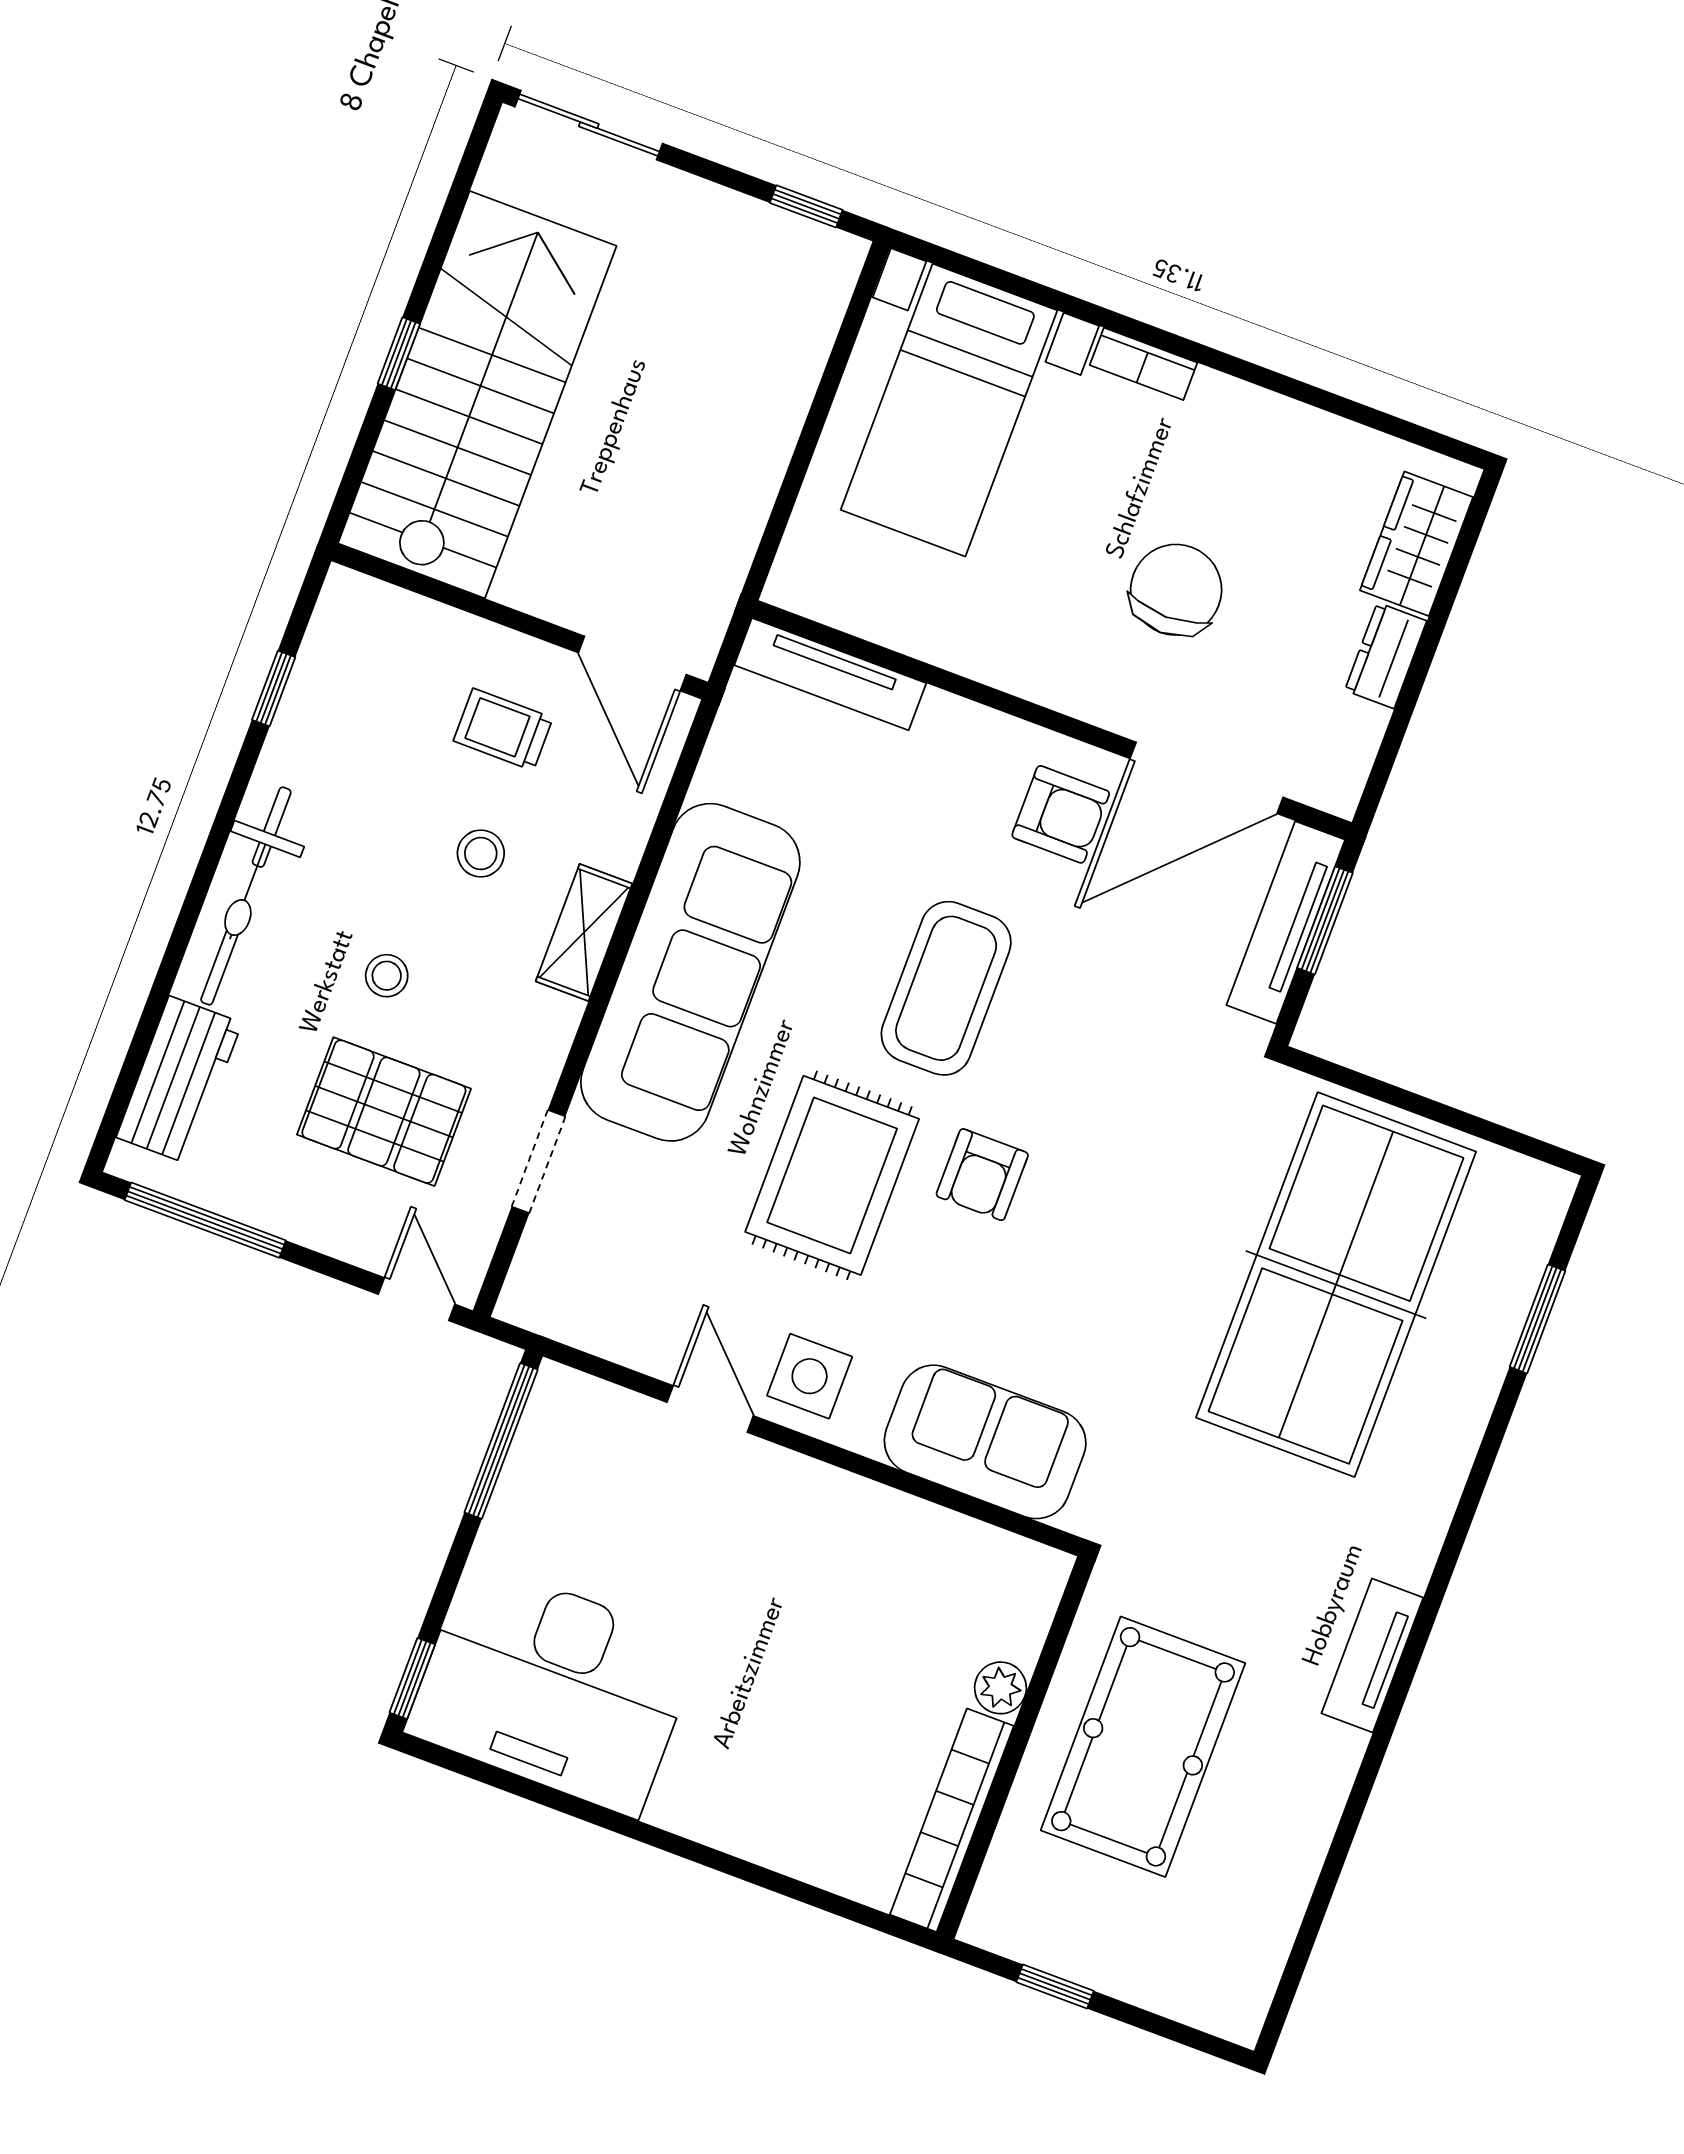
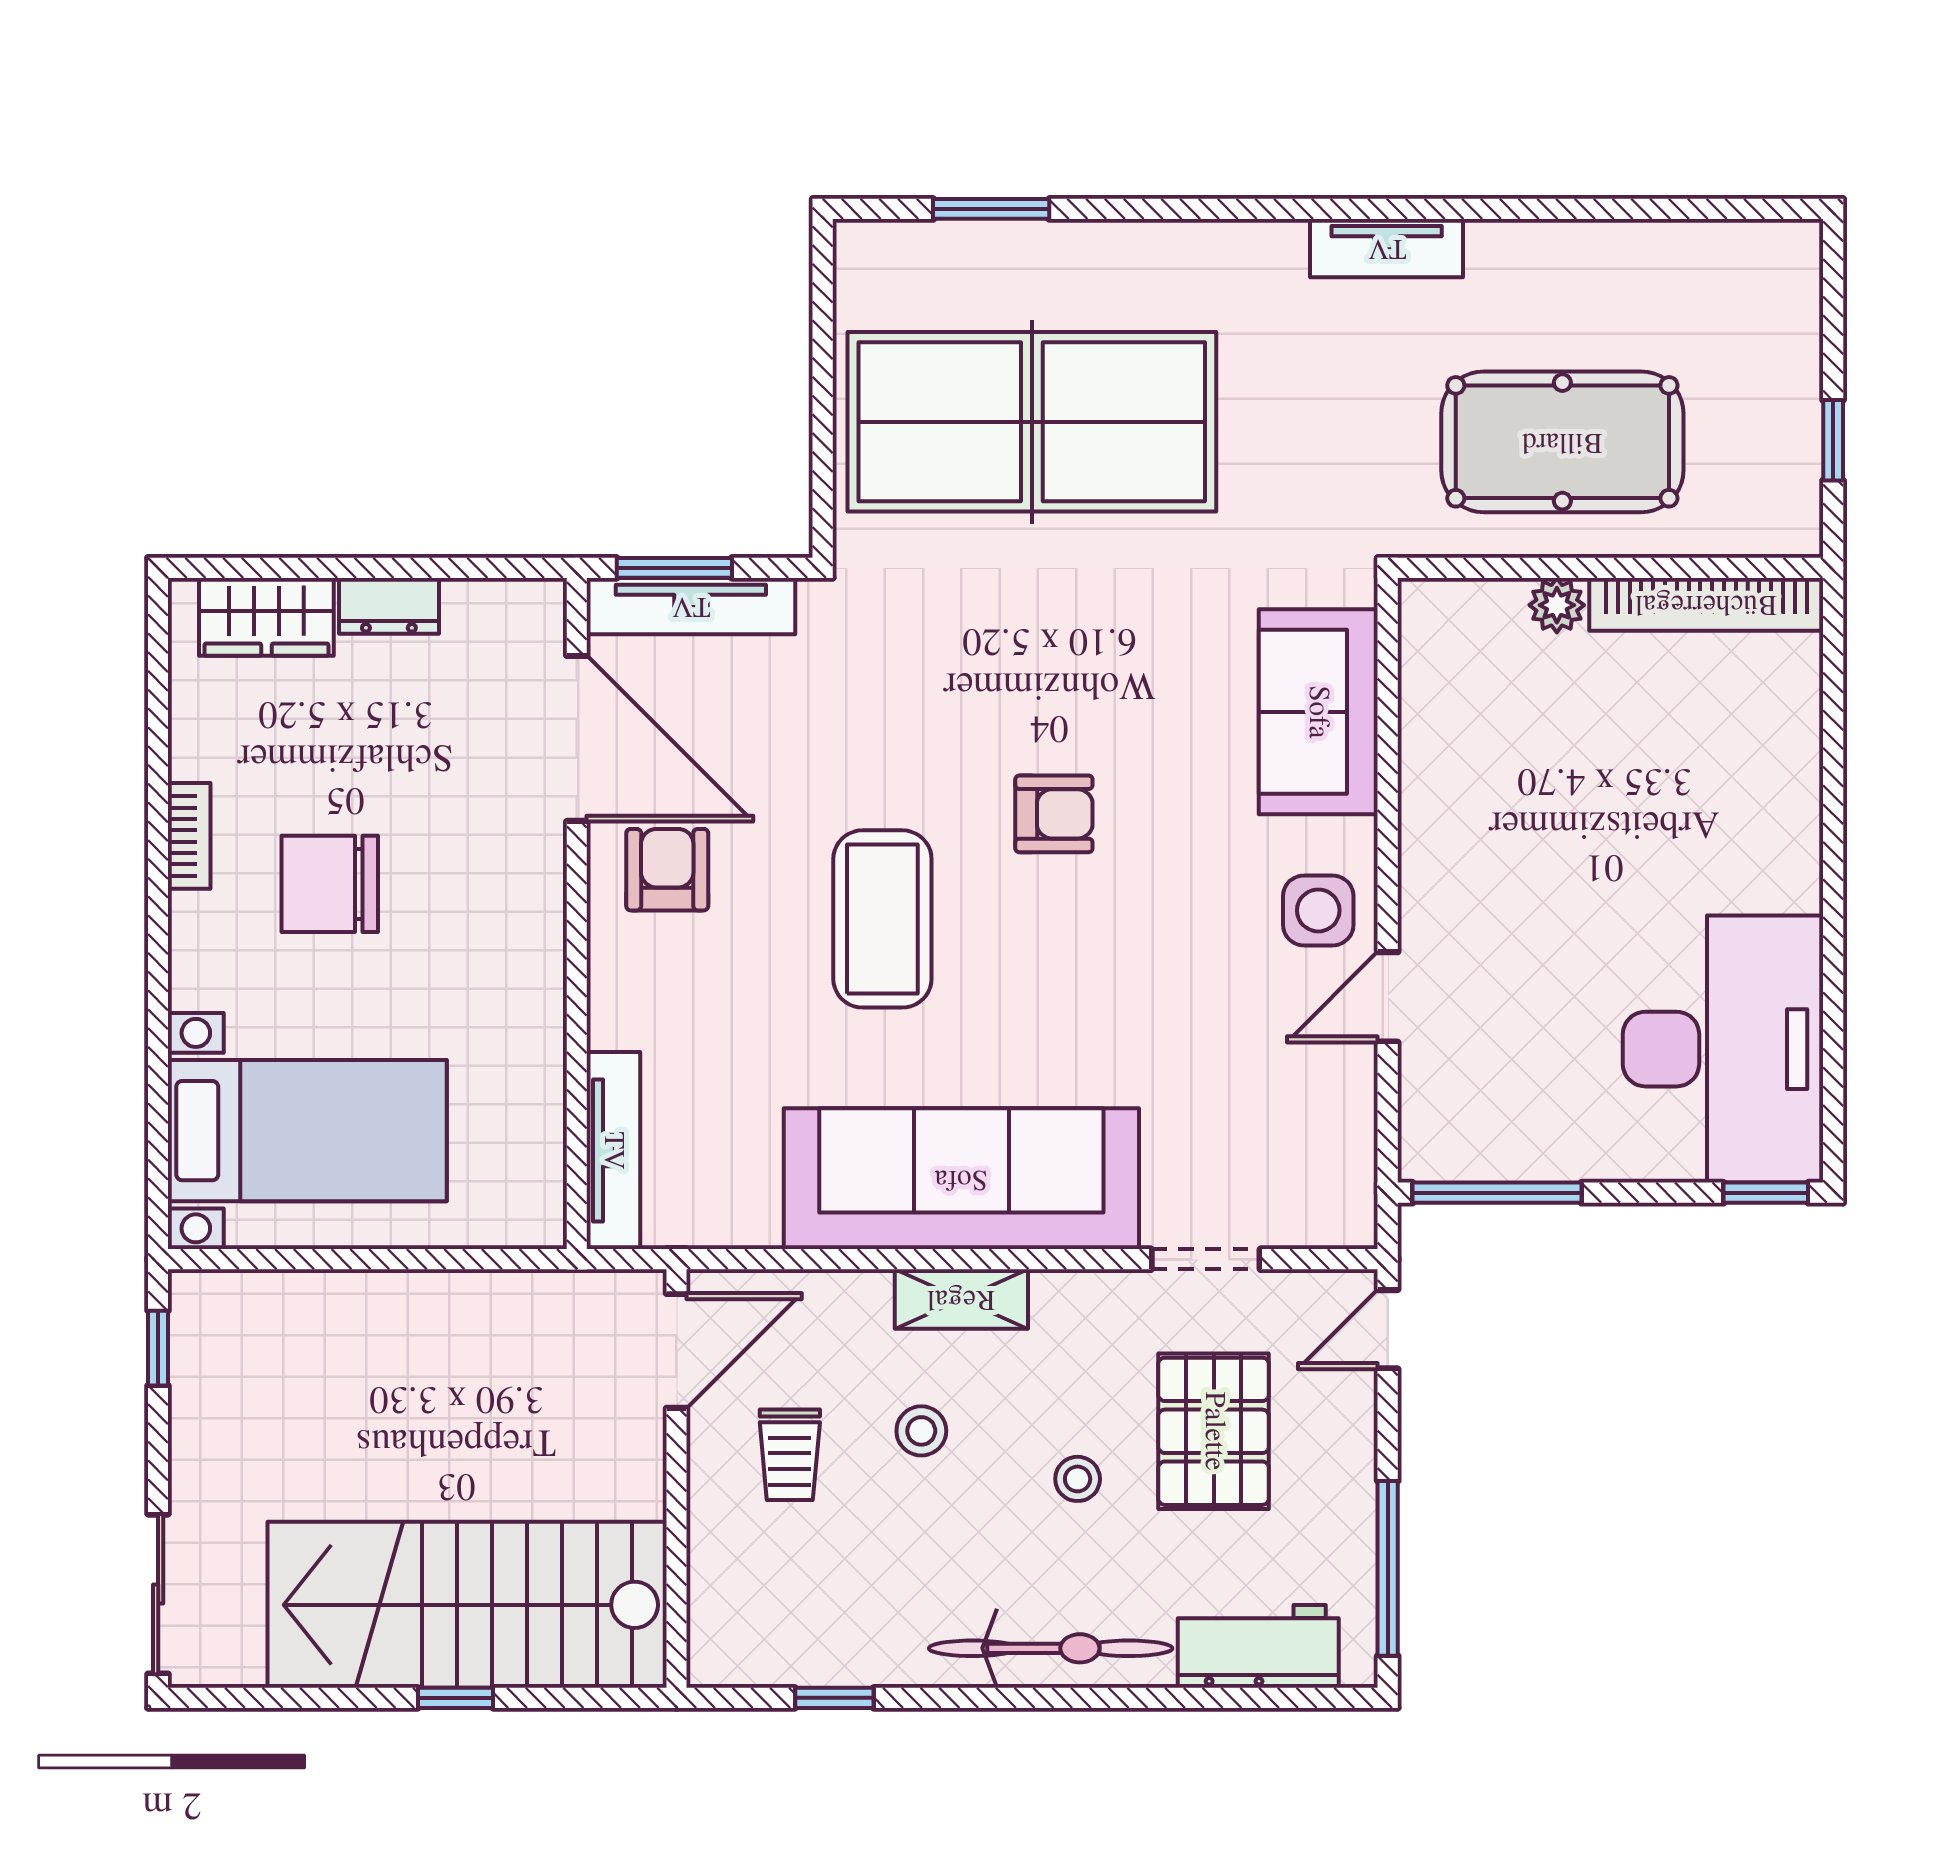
bookcase: (1144, 364) -> (189, 836), moved
chair: (1176, 590) -> (330, 884), moved
coffee table: (946, 988) -> (882, 919), turned 90
rug: (832, 1175) -> (1111, 963), removed

